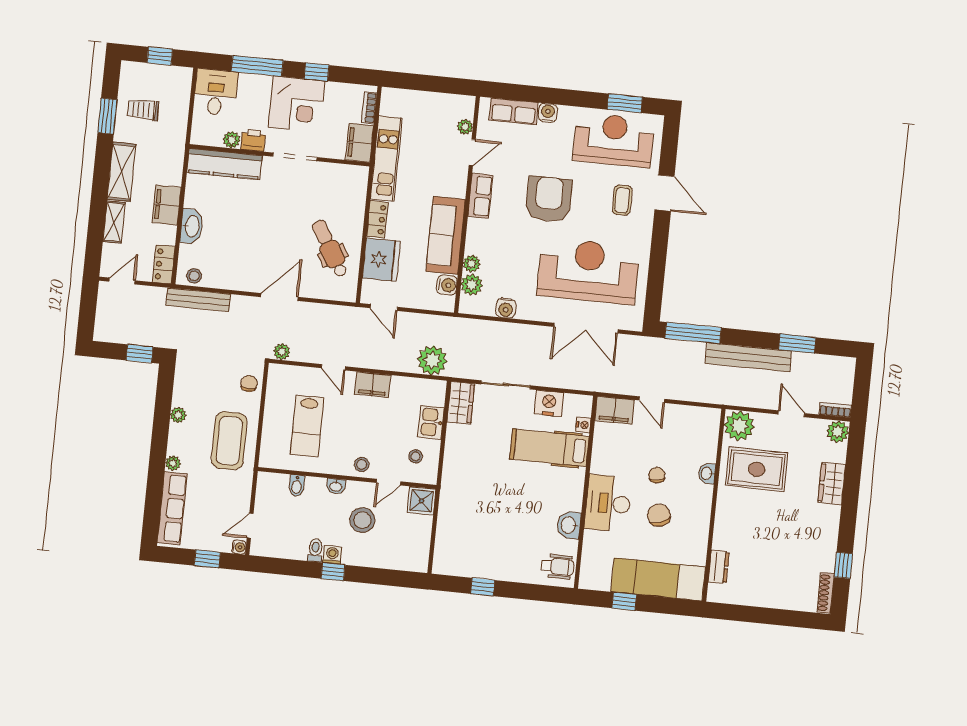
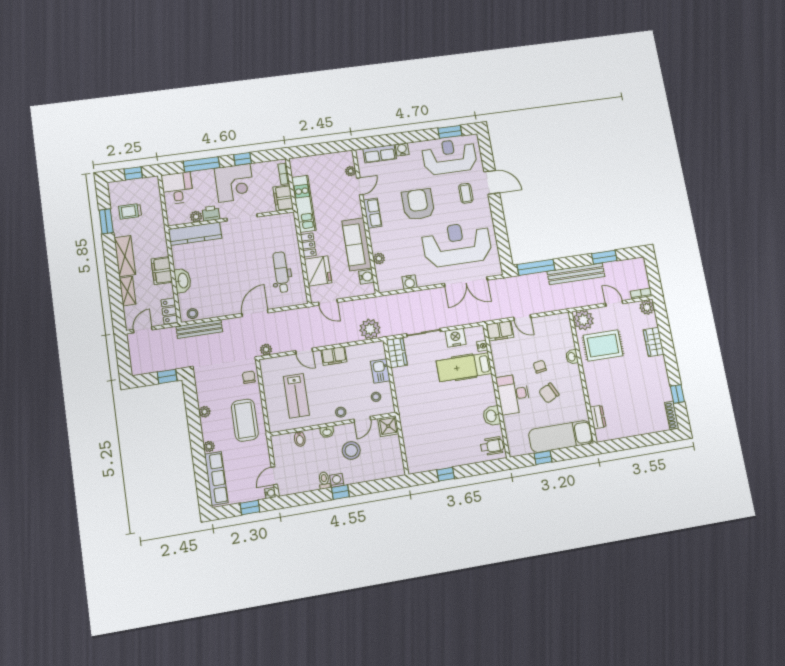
dental chair: (330, 249) -> (281, 272), turned 31
plant: (472, 285) -> (383, 272), removed
chair: (659, 515) -> (549, 393), turned -95

